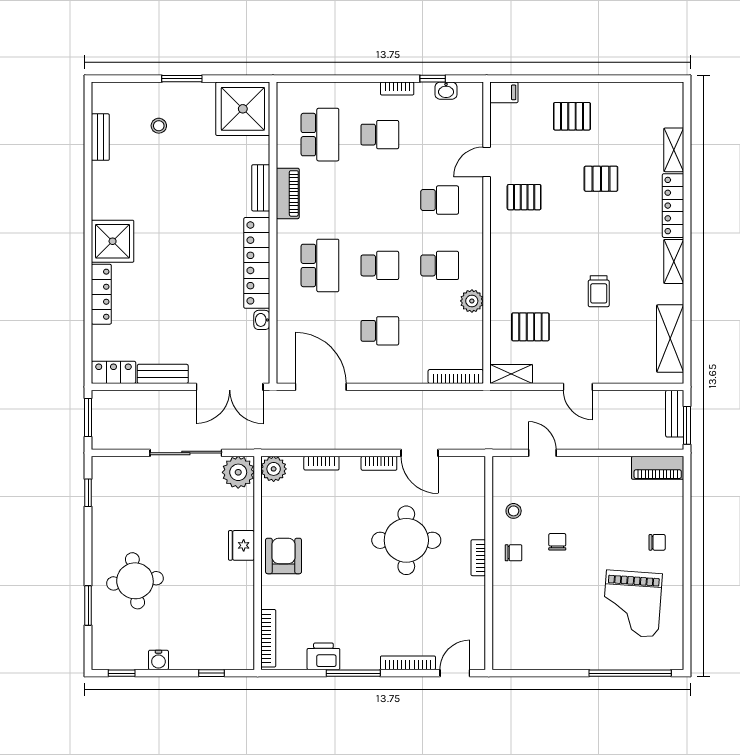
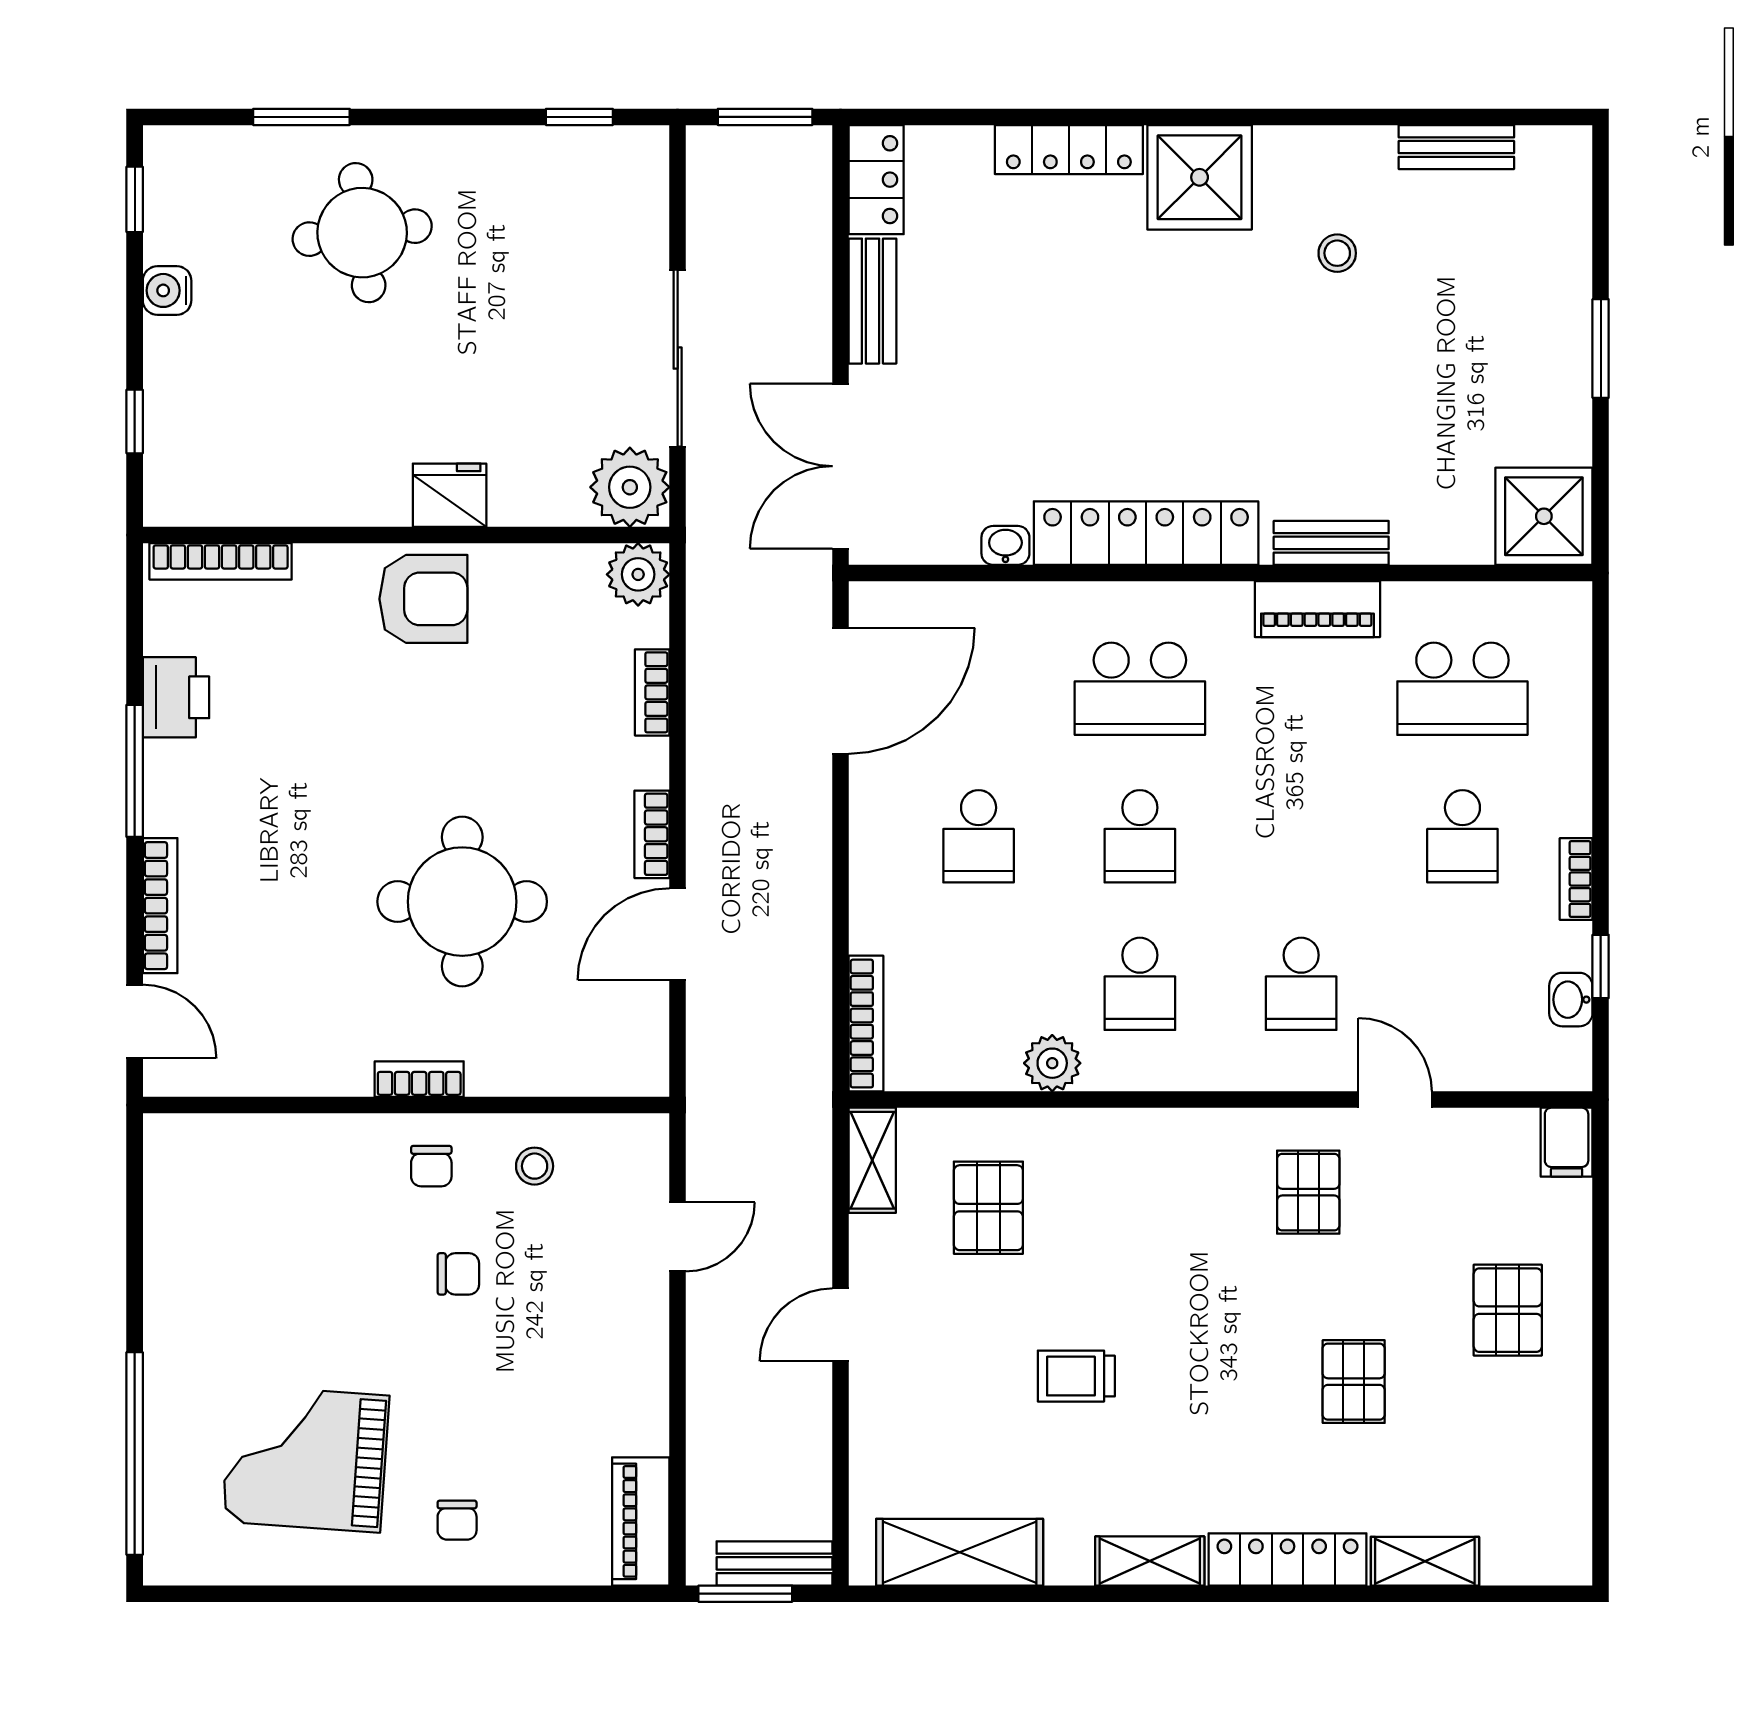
shower: (243, 109) -> (1544, 516), width x0.73, depth x0.73
stool: (159, 126) -> (1337, 253), moved

